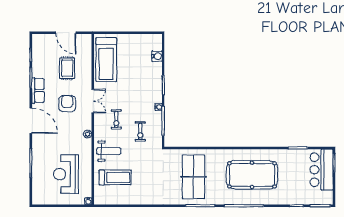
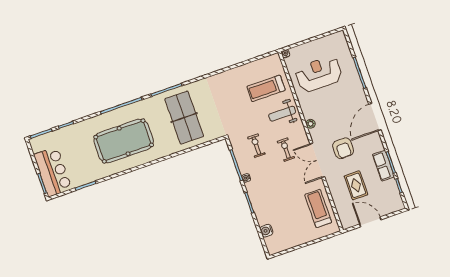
treadmill: (106, 60) -> (318, 209), width x0.73, depth x0.73
row of seats: (38, 90) -> (383, 166), moved
double door: (93, 101) -> (317, 160), width x1.37
door: (31, 121) -> (375, 117), hinge flipped
reception desk: (66, 174) -> (319, 74), turned -90

